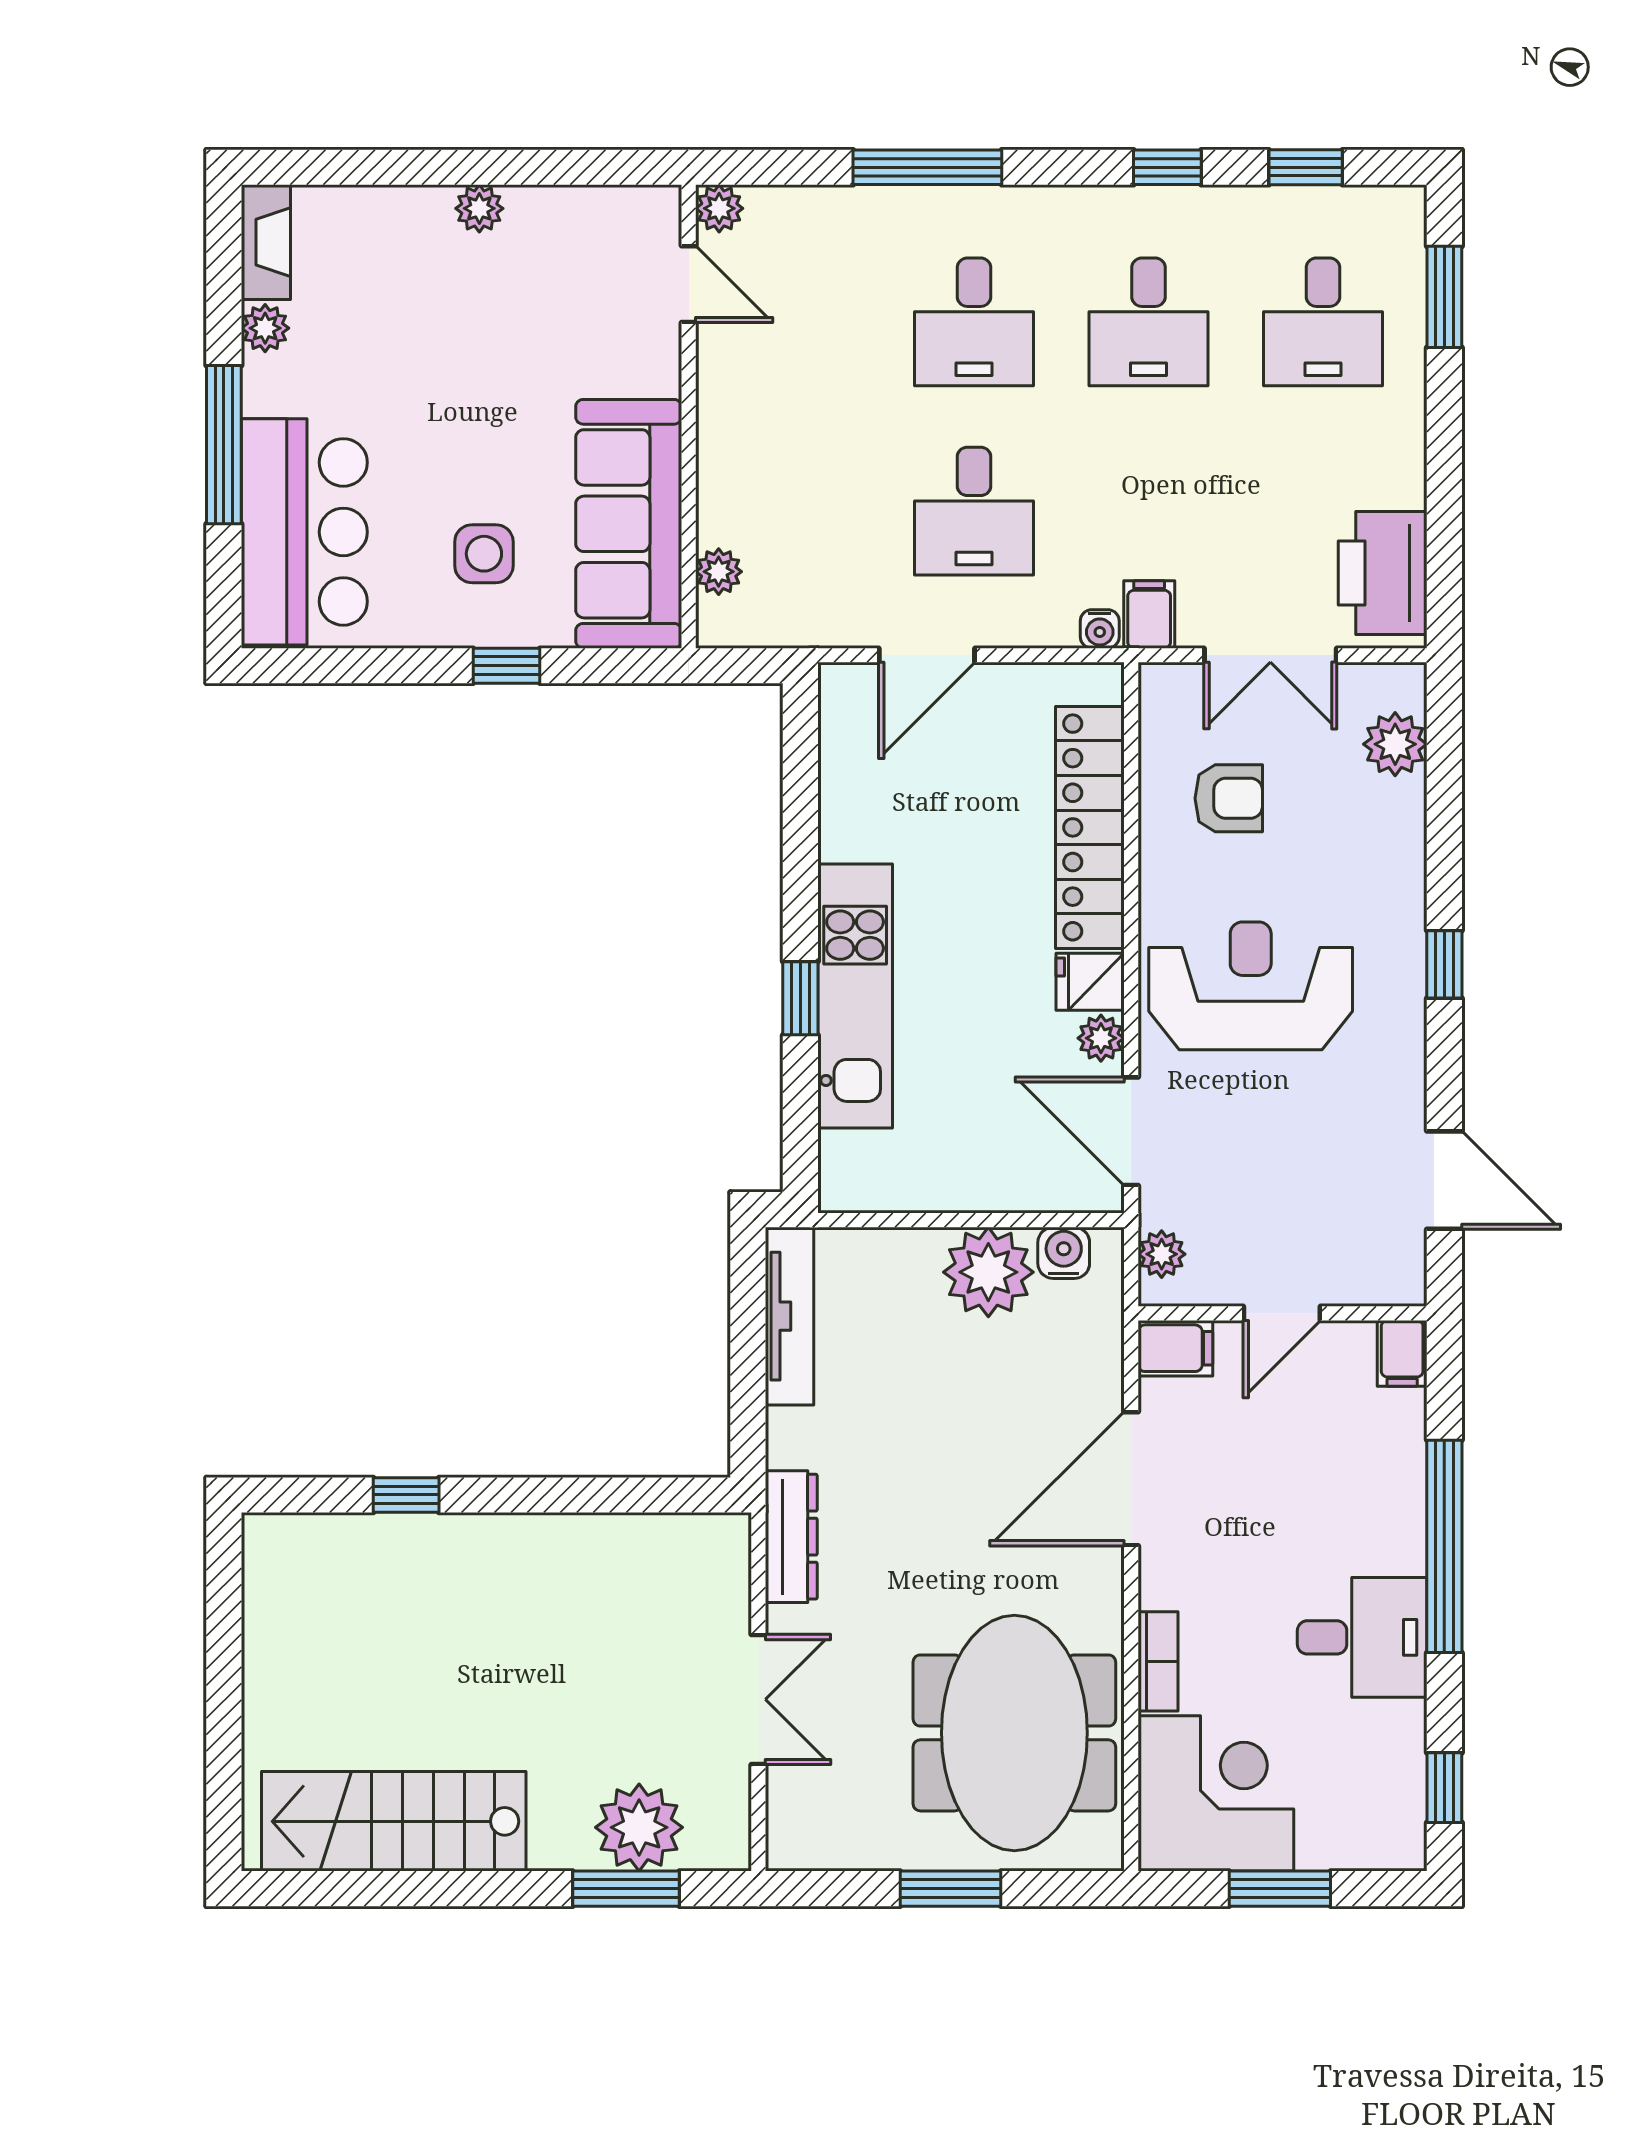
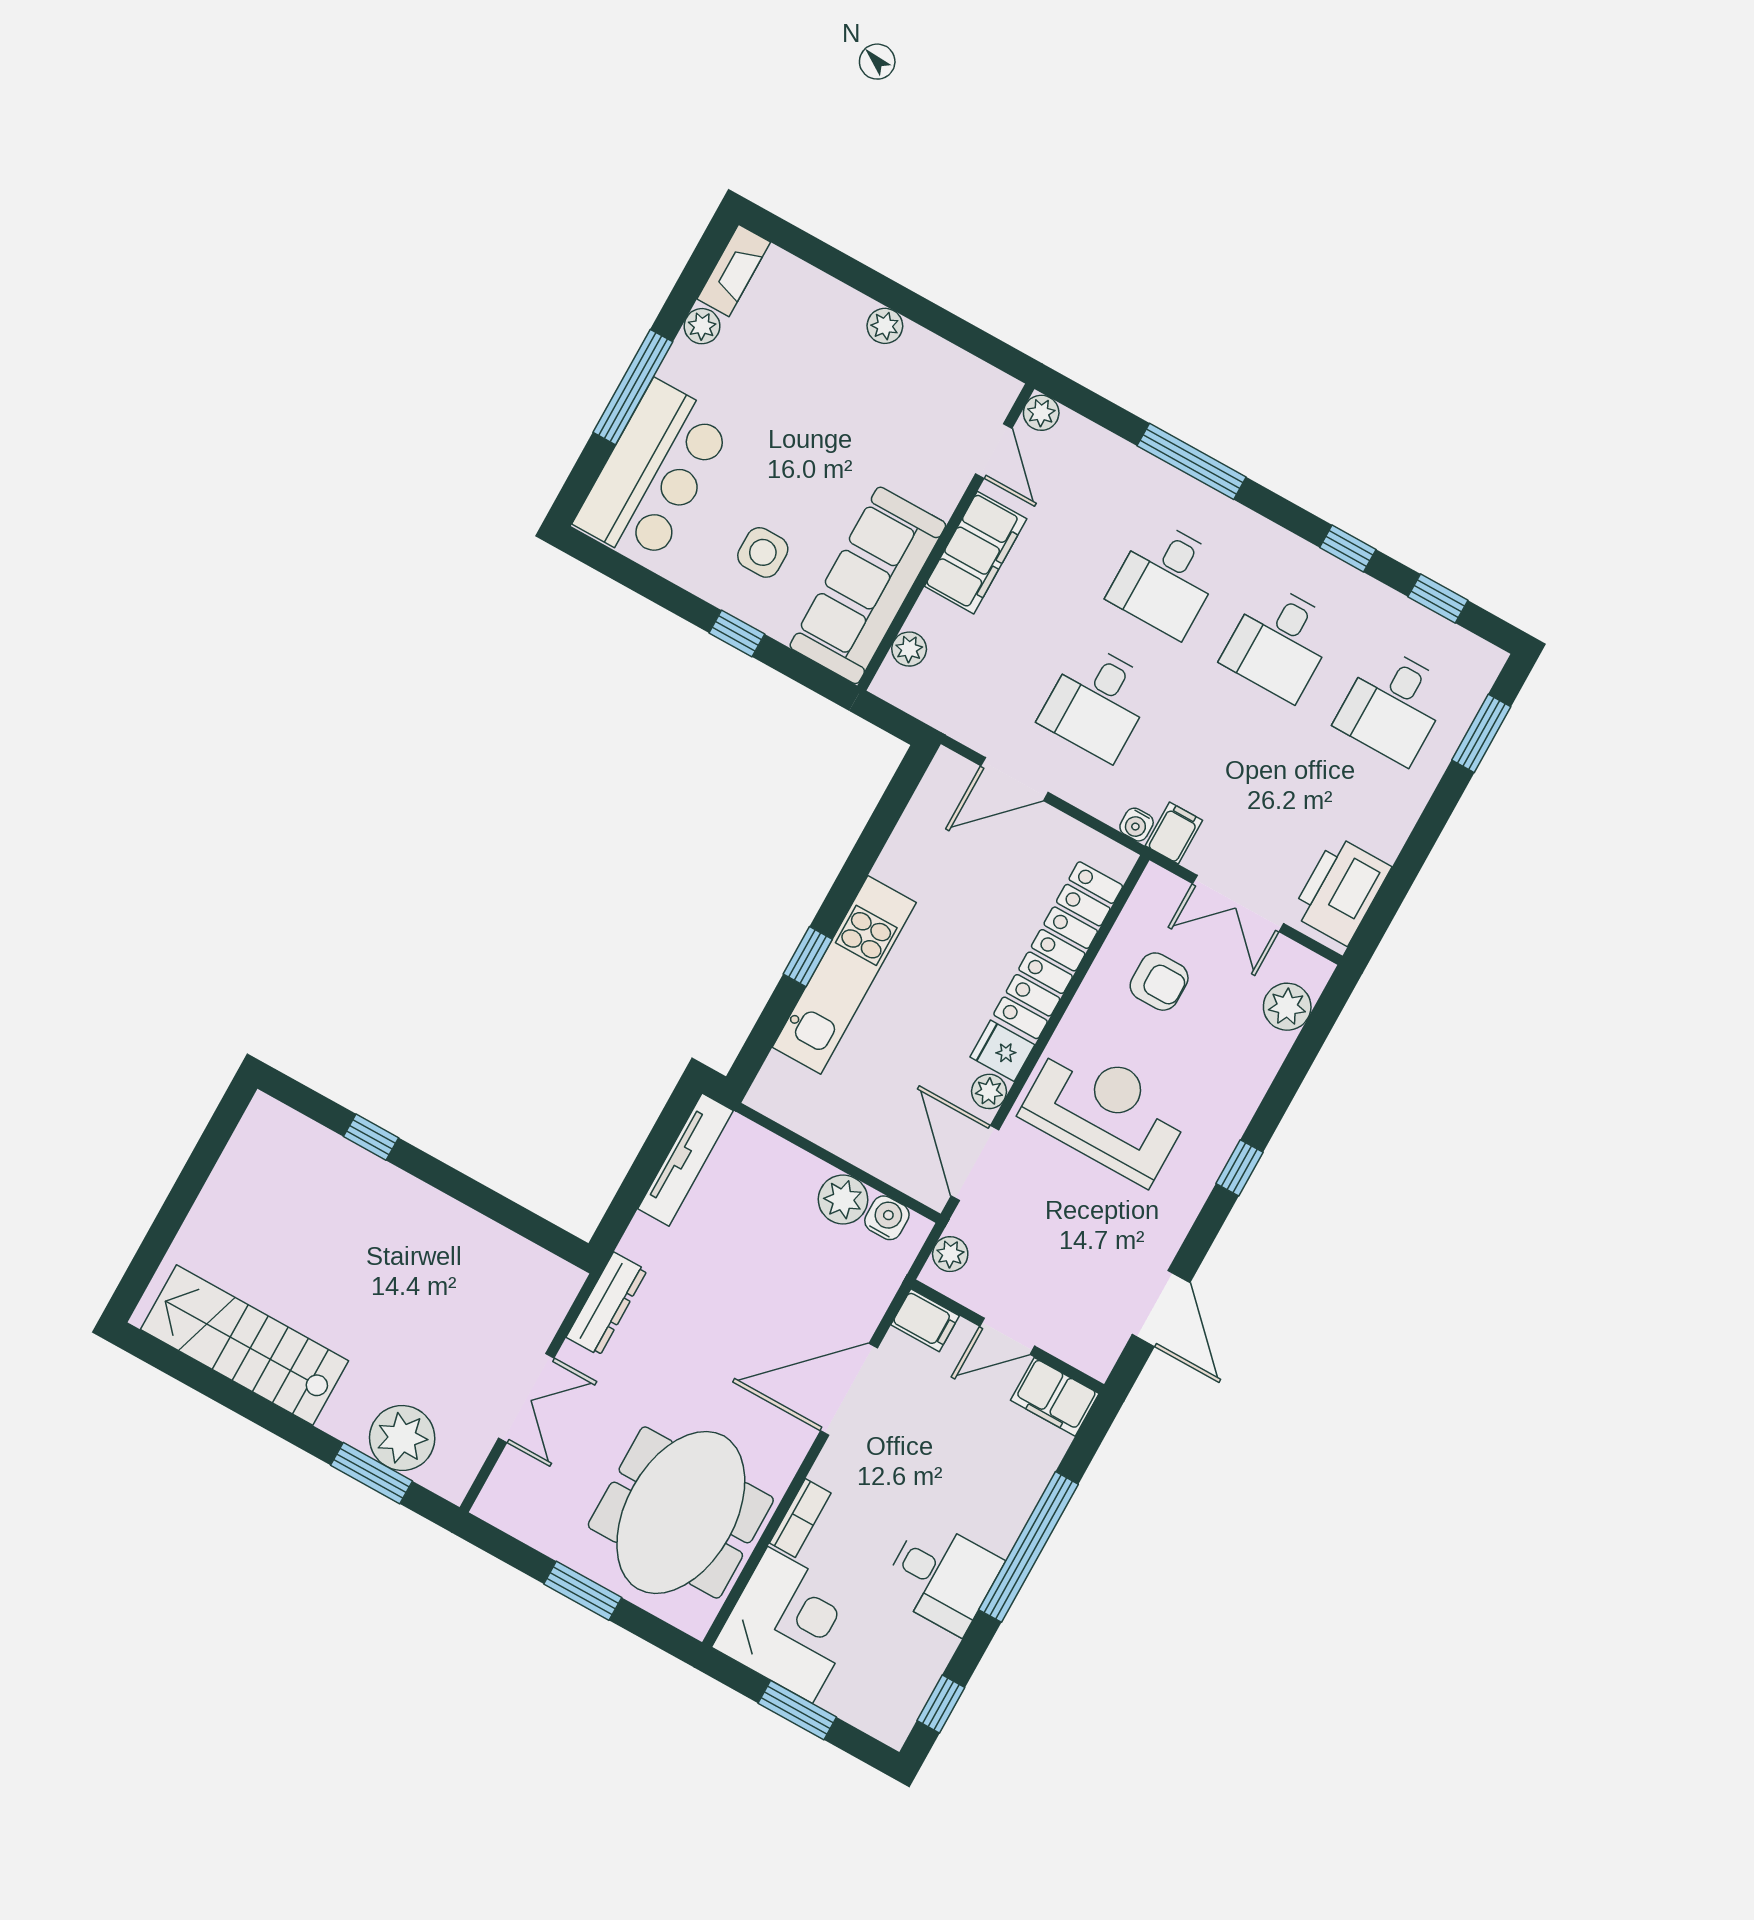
filing cabinet: (734, 415) -> (976, 553), added
plant: (988, 1272) -> (843, 1199), width x0.73, depth x0.73
filing cabinet: (1402, 1353) -> (1055, 1397), width x2.00

